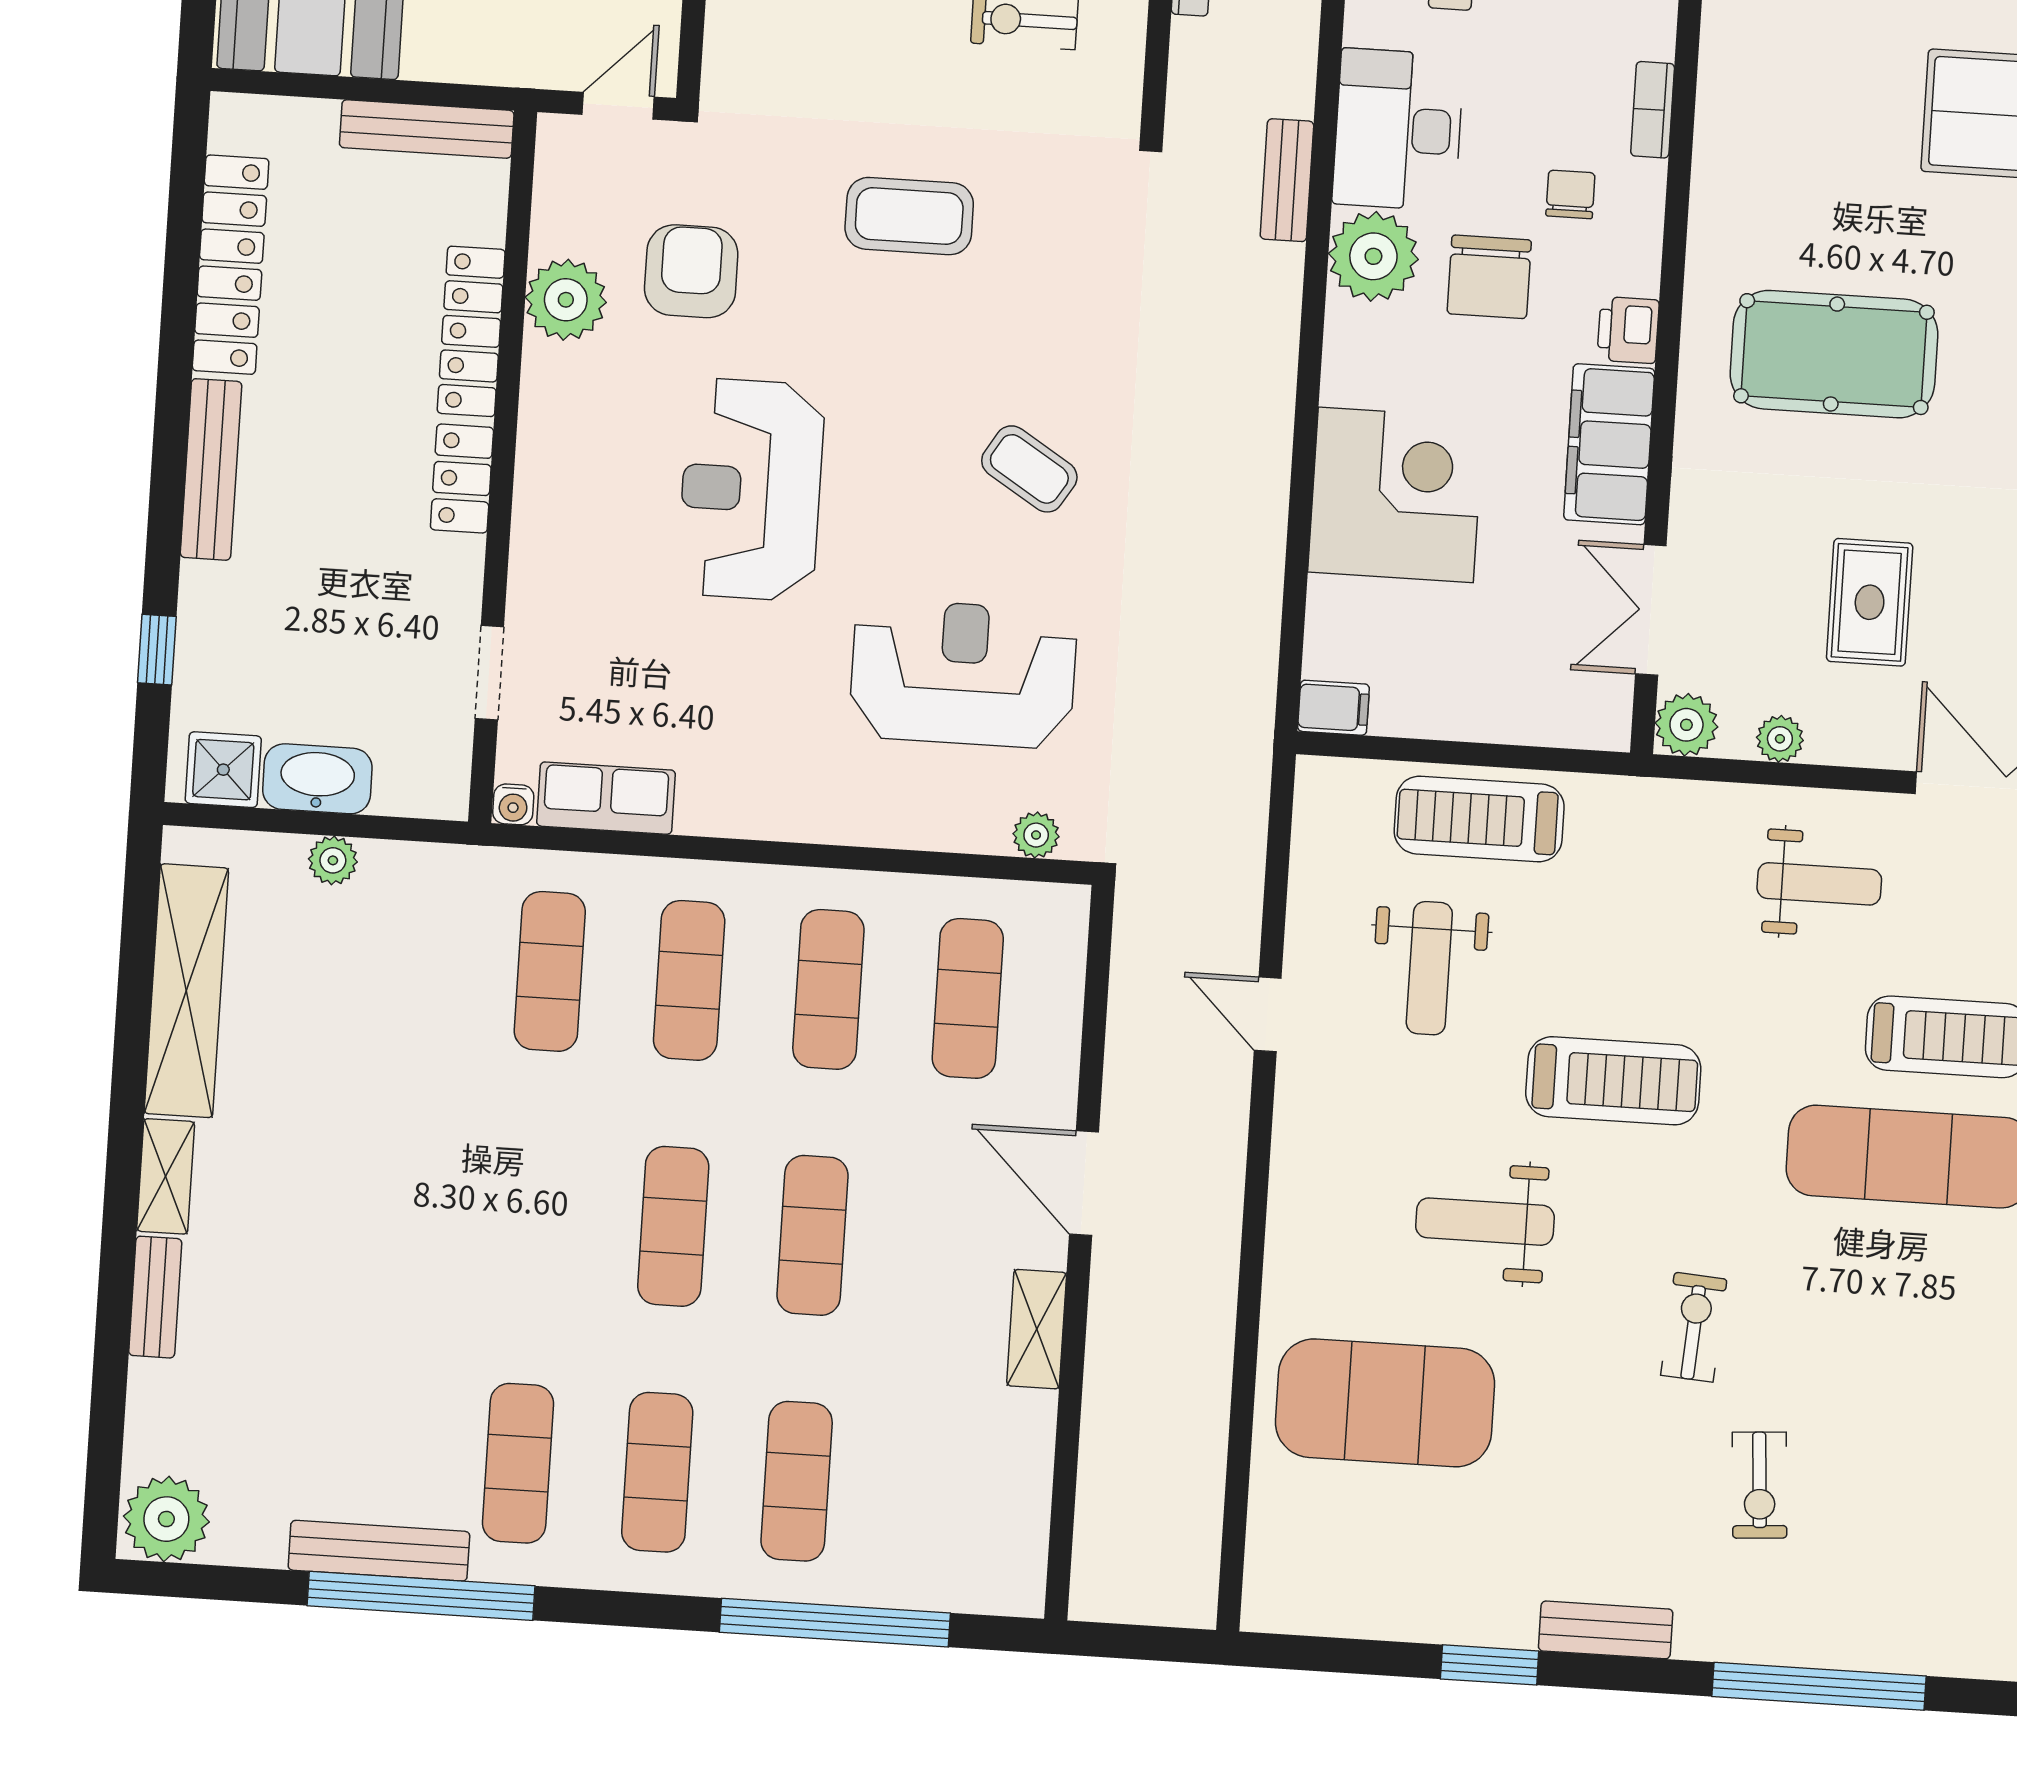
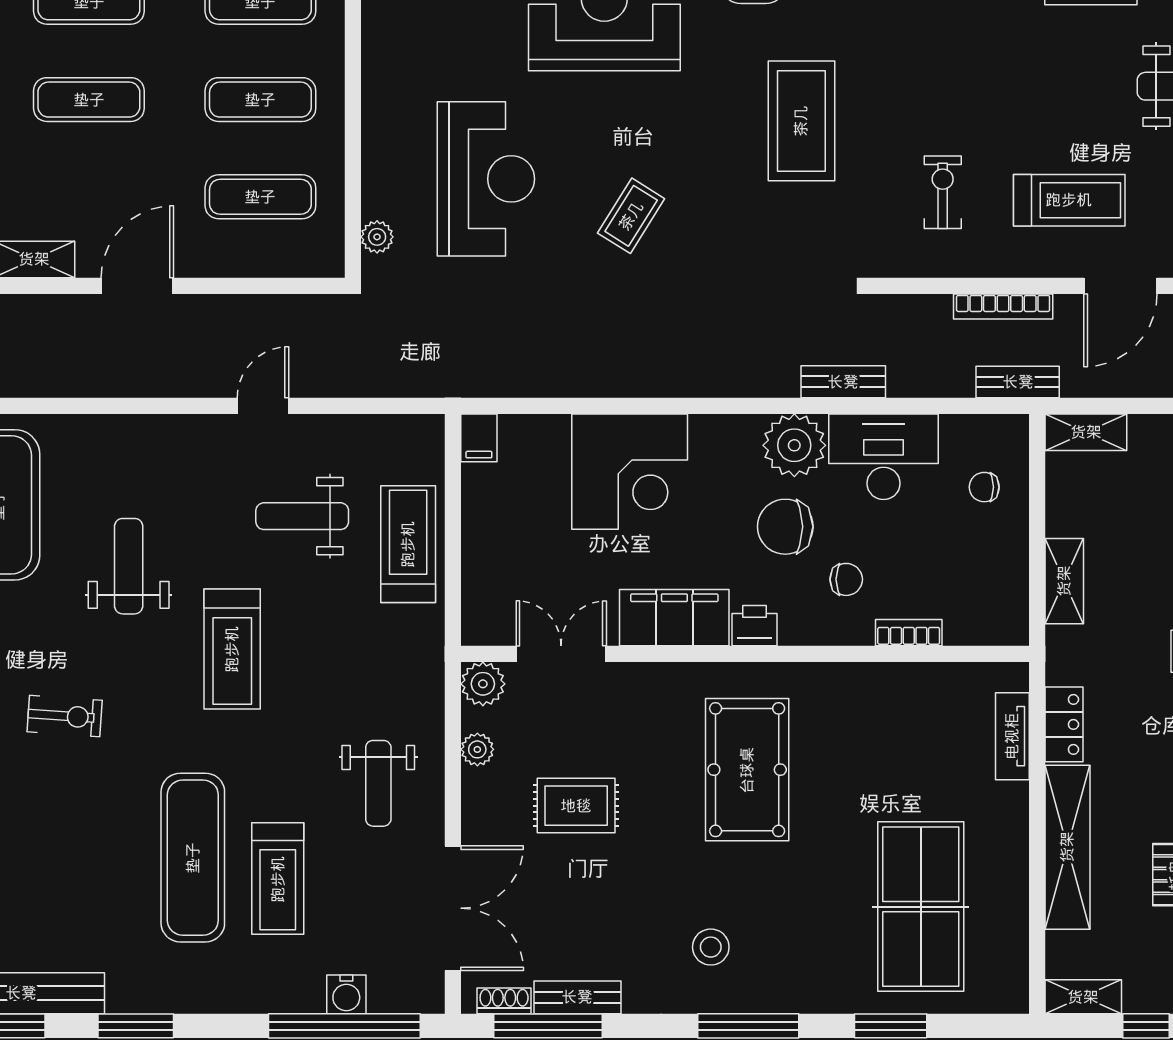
coffee table: (909, 216) -> (801, 121), width x1.36, depth x1.32

